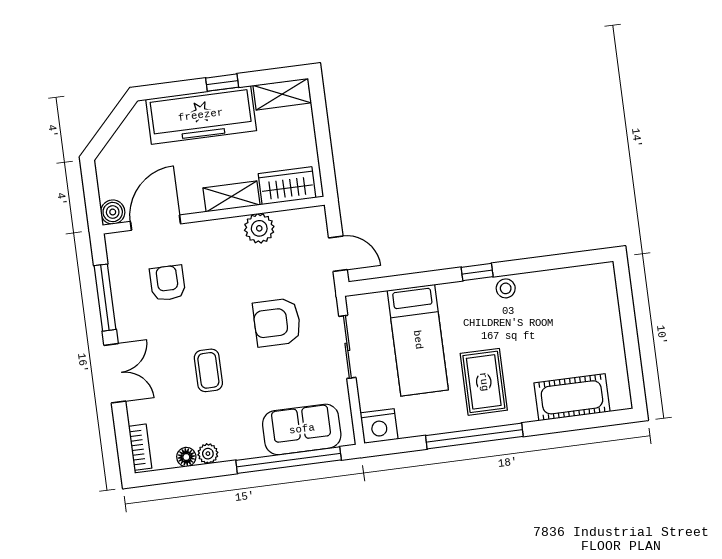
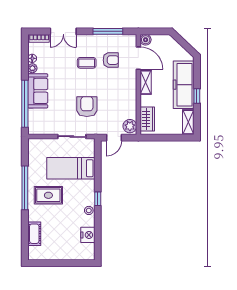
shelving: (232, 196) -> (146, 82), moved
plant: (259, 228) -> (130, 126), moved
coffee table: (208, 370) -> (87, 63), moved
double door: (115, 373) -> (63, 31), moved
cot: (572, 397) -> (34, 234), width x0.73, depth x0.75
nightstand: (379, 426) -> (88, 235), moved, turned 180
sofa: (302, 429) -> (38, 91), moved

